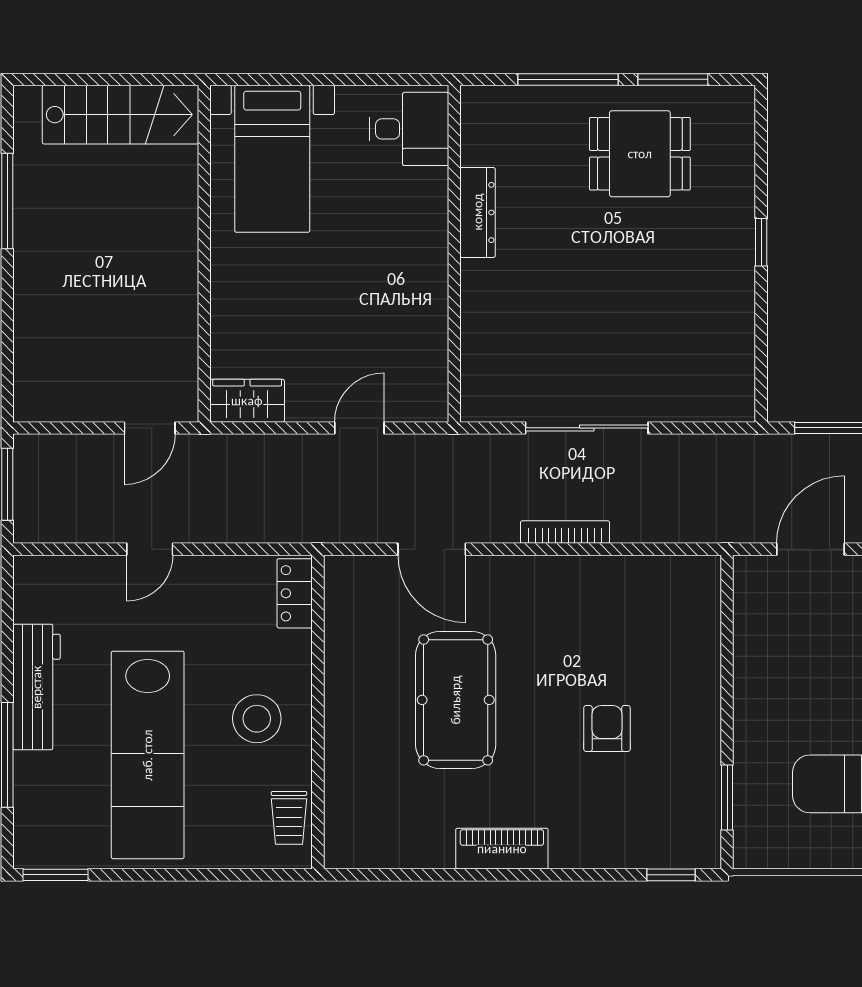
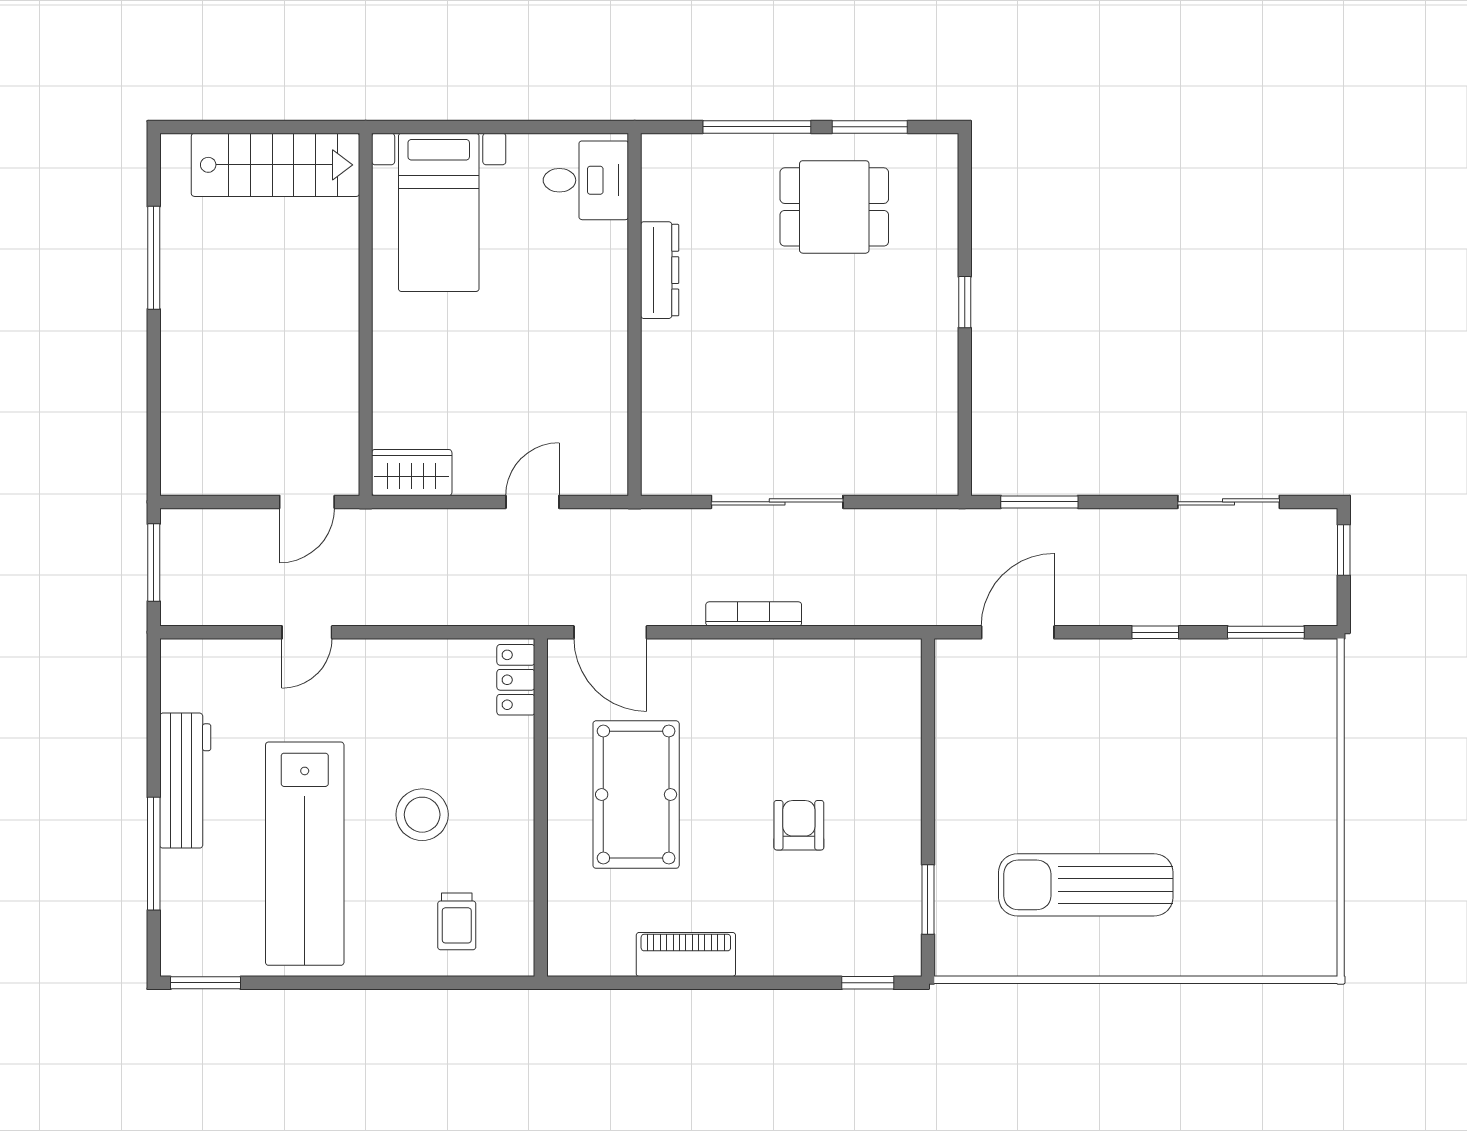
locker: (295, 593) -> (516, 680), moved
wall: (318, 712) -> (541, 808), moved

